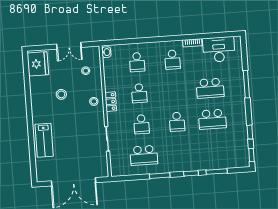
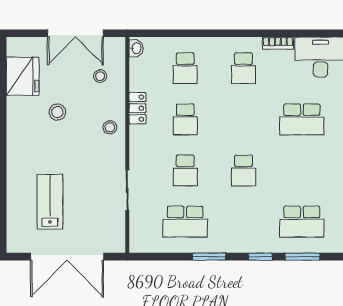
double door: (69, 46) -> (75, 33), width x1.37
fridge: (38, 64) -> (23, 76), moved
locker: (111, 102) -> (137, 108), moved
school desk: (212, 119) -> (302, 222), moved
lab bench: (44, 140) -> (50, 202), moved, turned 180

